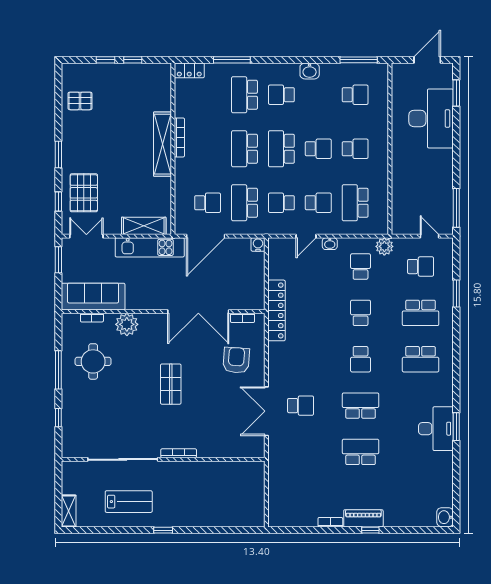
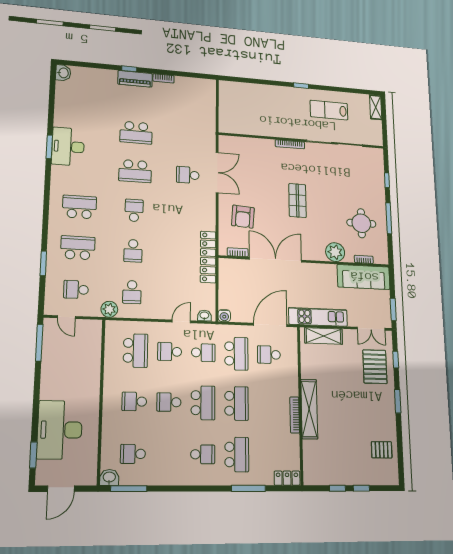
washbasin: (310, 71) -> (109, 477), moved
washbasin: (330, 244) -> (204, 316), moved

